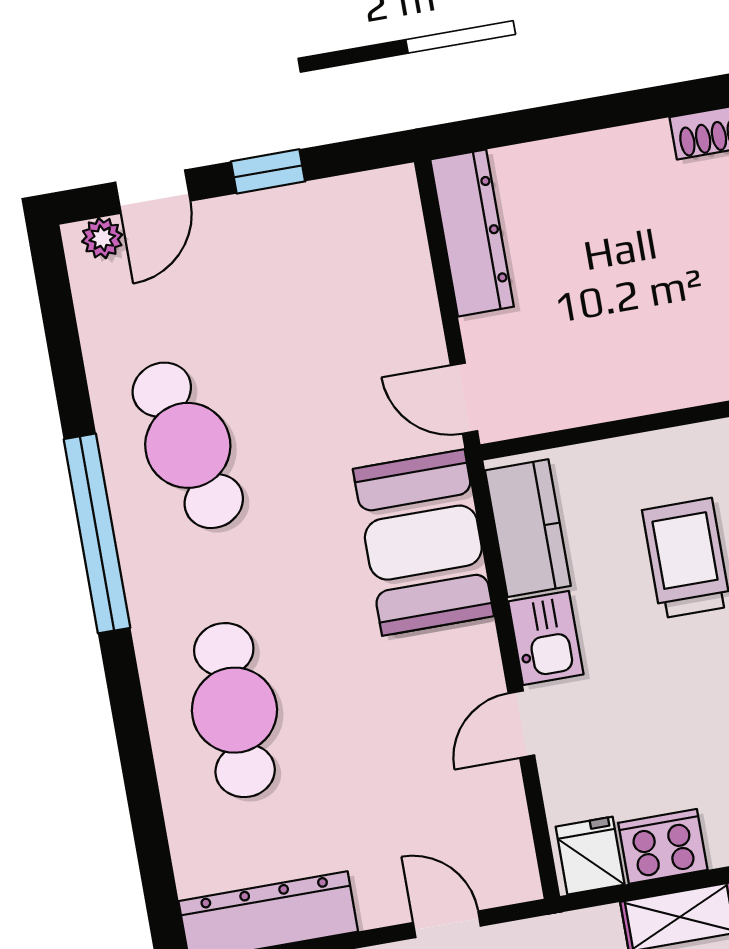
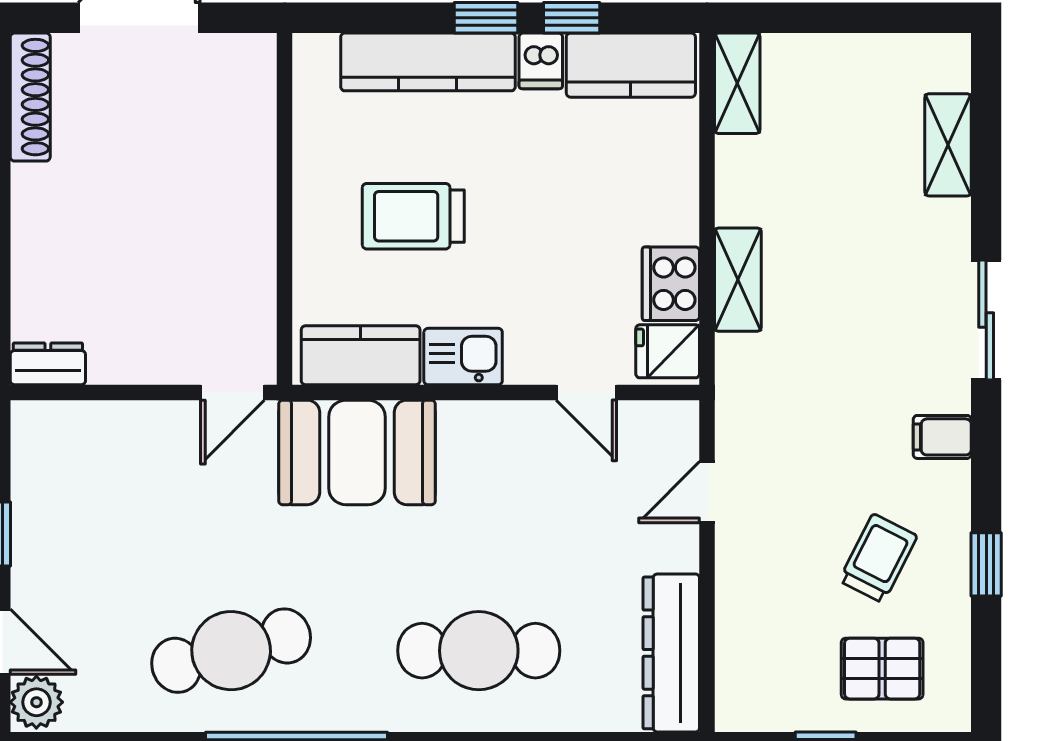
dresser: (472, 233) -> (48, 364), width x0.51, depth x0.80
plant: (102, 238) -> (36, 702), width x1.38, depth x1.38
door: (521, 724) -> (586, 393), moved

